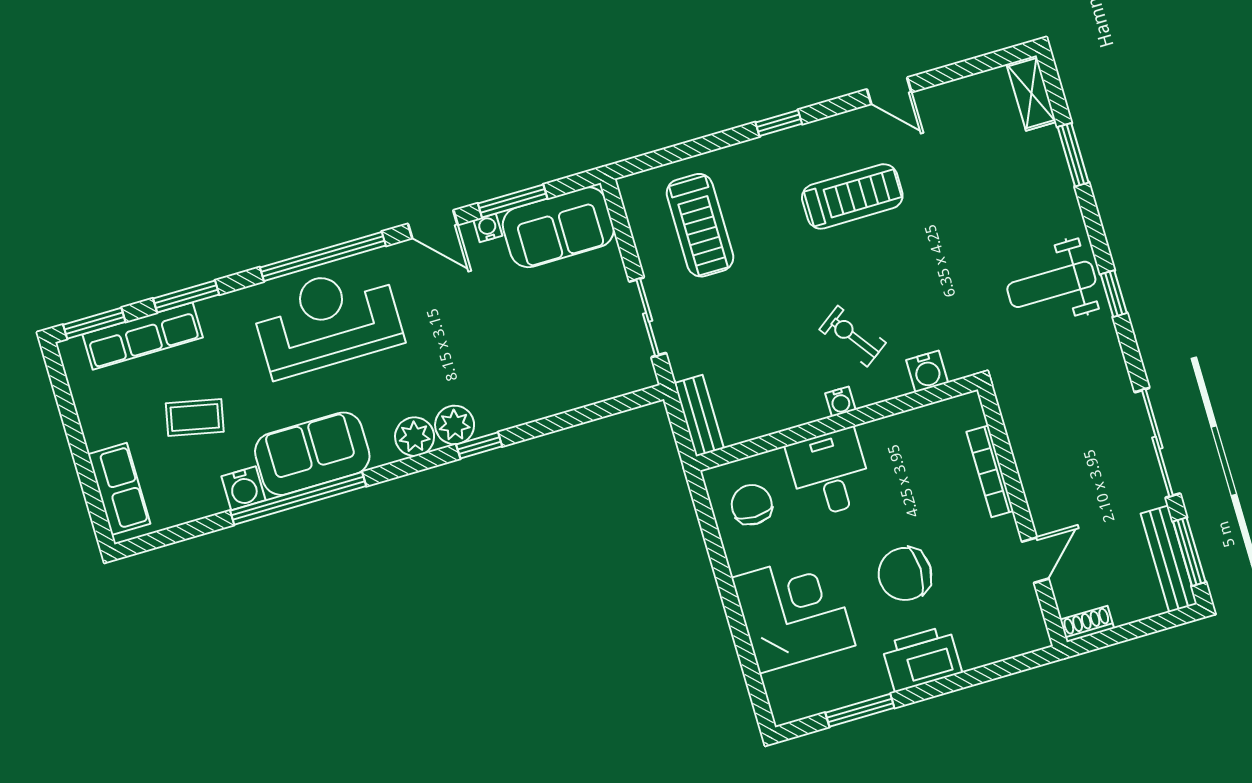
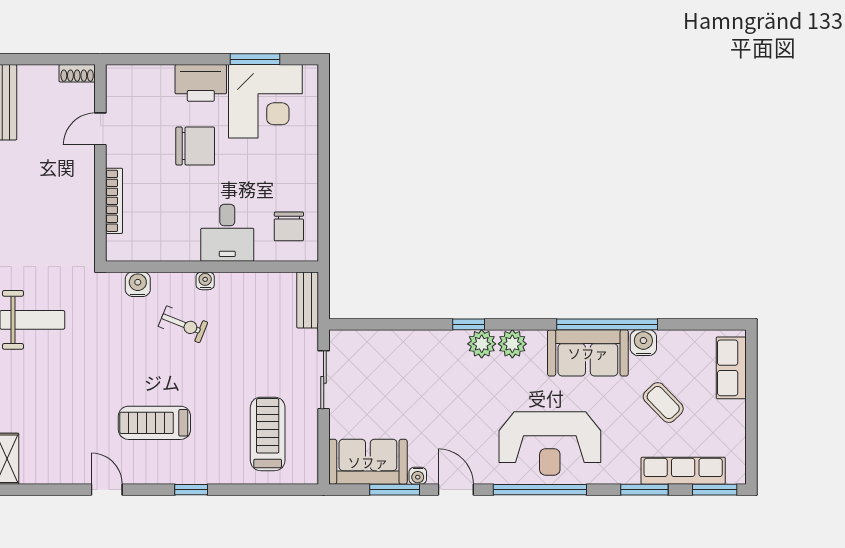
exercise bike: (853, 336) -> (183, 324), turned -32
coffee table: (195, 417) -> (663, 403), turned 34
corner desk: (793, 612) -> (265, 101), moved, turned -90

